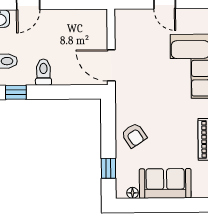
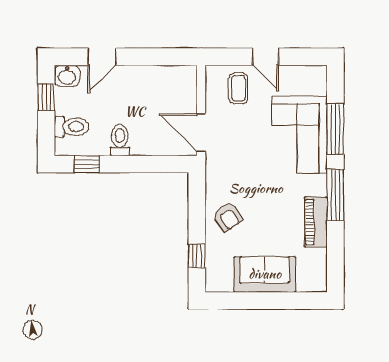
coffee table: (142, 28) -> (238, 88), added
floor lamp: (133, 193) -> (225, 286), removed

